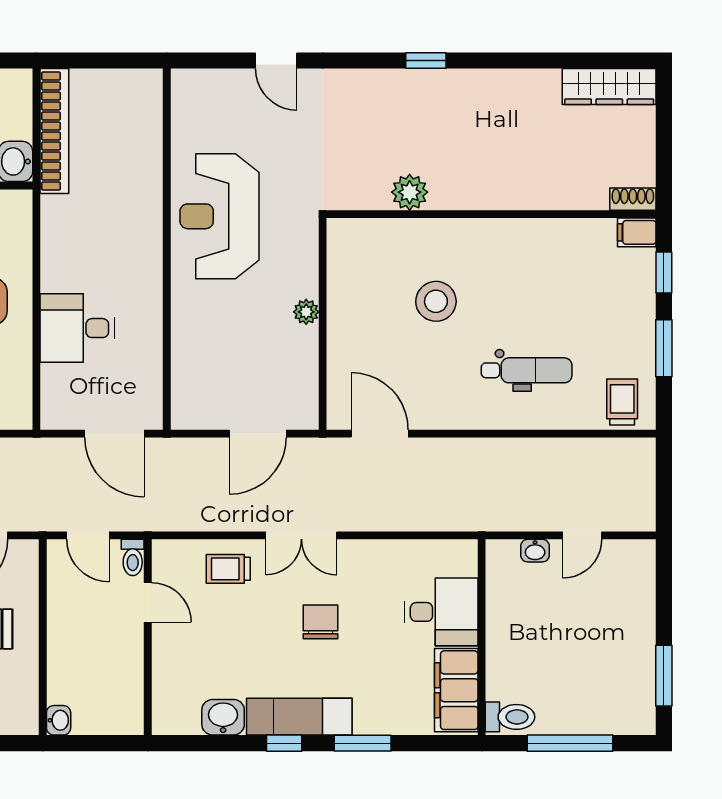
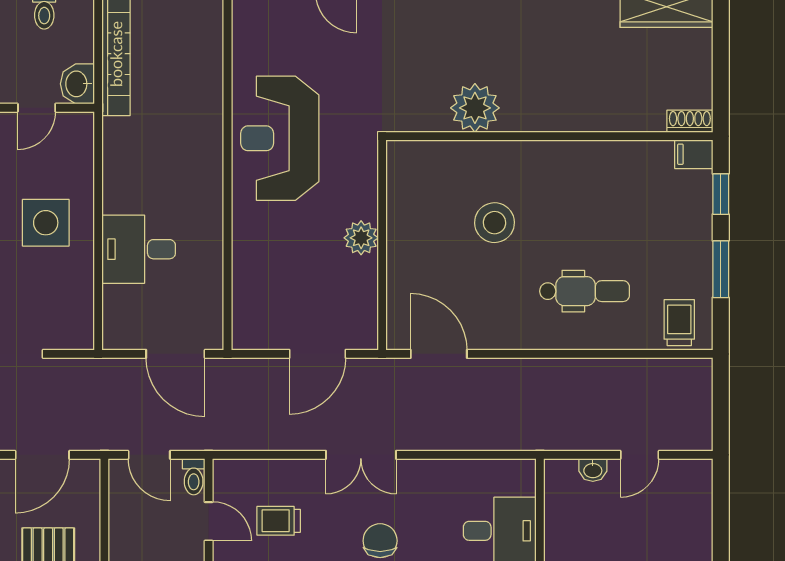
plant: (410, 192) -> (475, 108), width x1.36, depth x1.36
plant: (306, 312) -> (361, 238), width x1.38, depth x1.38
trolley: (228, 569) -> (279, 521), moved

